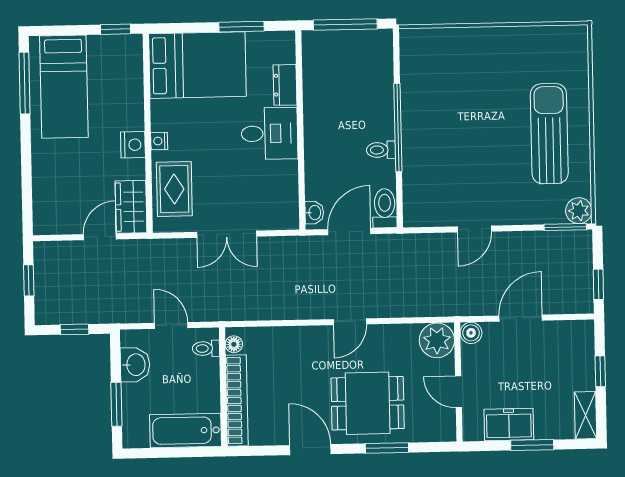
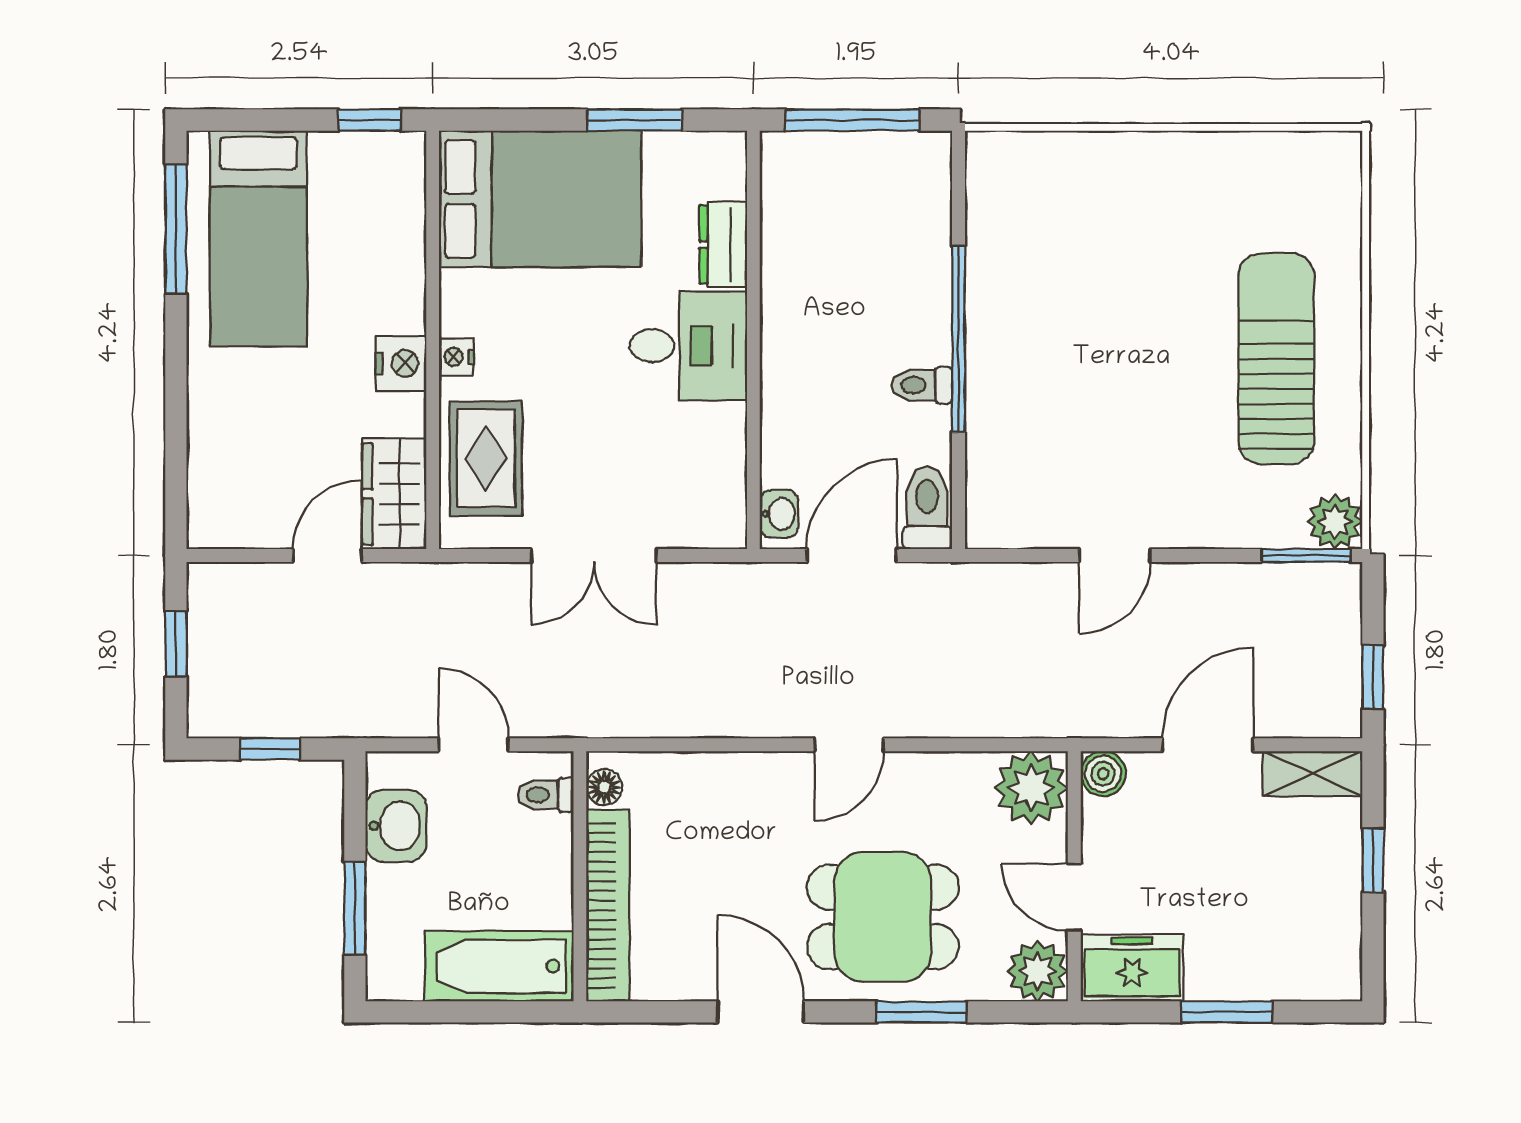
shelving: (586, 415) -> (1313, 773), moved, turned 90
freezer: (509, 425) -> (1132, 968), moved
plant: (442, 427) -> (1038, 971), added

